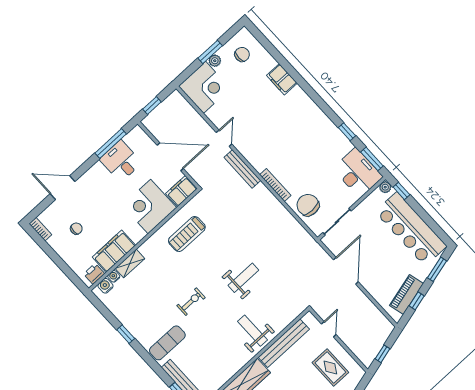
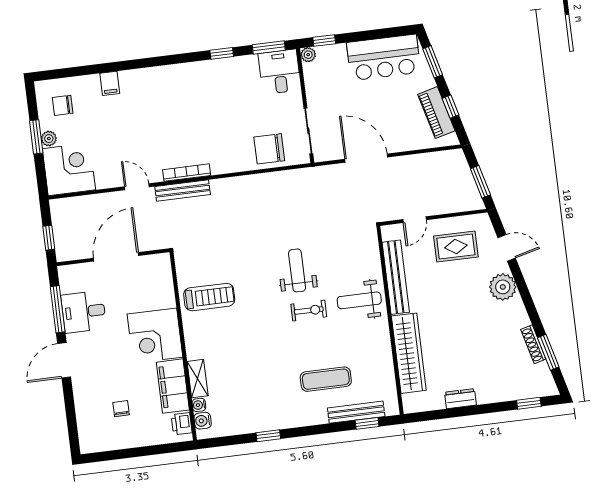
chair: (242, 54) -> (63, 105), turned -90
filing cabinet: (282, 79) -> (110, 83), width x0.50
desk: (358, 173) -> (280, 72), width x0.73
bookcase: (275, 185) -> (187, 173), moved
door: (63, 188) -> (64, 360), moved
filing cabinet: (181, 191) -> (160, 271), removed
corner desk: (149, 207) -> (155, 336), moved
bookcase: (40, 229) -> (95, 446), removed
bar counter: (411, 229) -> (384, 57), width x0.73
treadmill: (187, 234) -> (209, 297), turned -90
exercise bike: (191, 302) -> (309, 311), moved, turned 90
door: (329, 329) -> (415, 220), swing flipped
exercise mat: (167, 343) -> (326, 379), moved, turned 90
window: (382, 354) -> (480, 182), width x1.50

